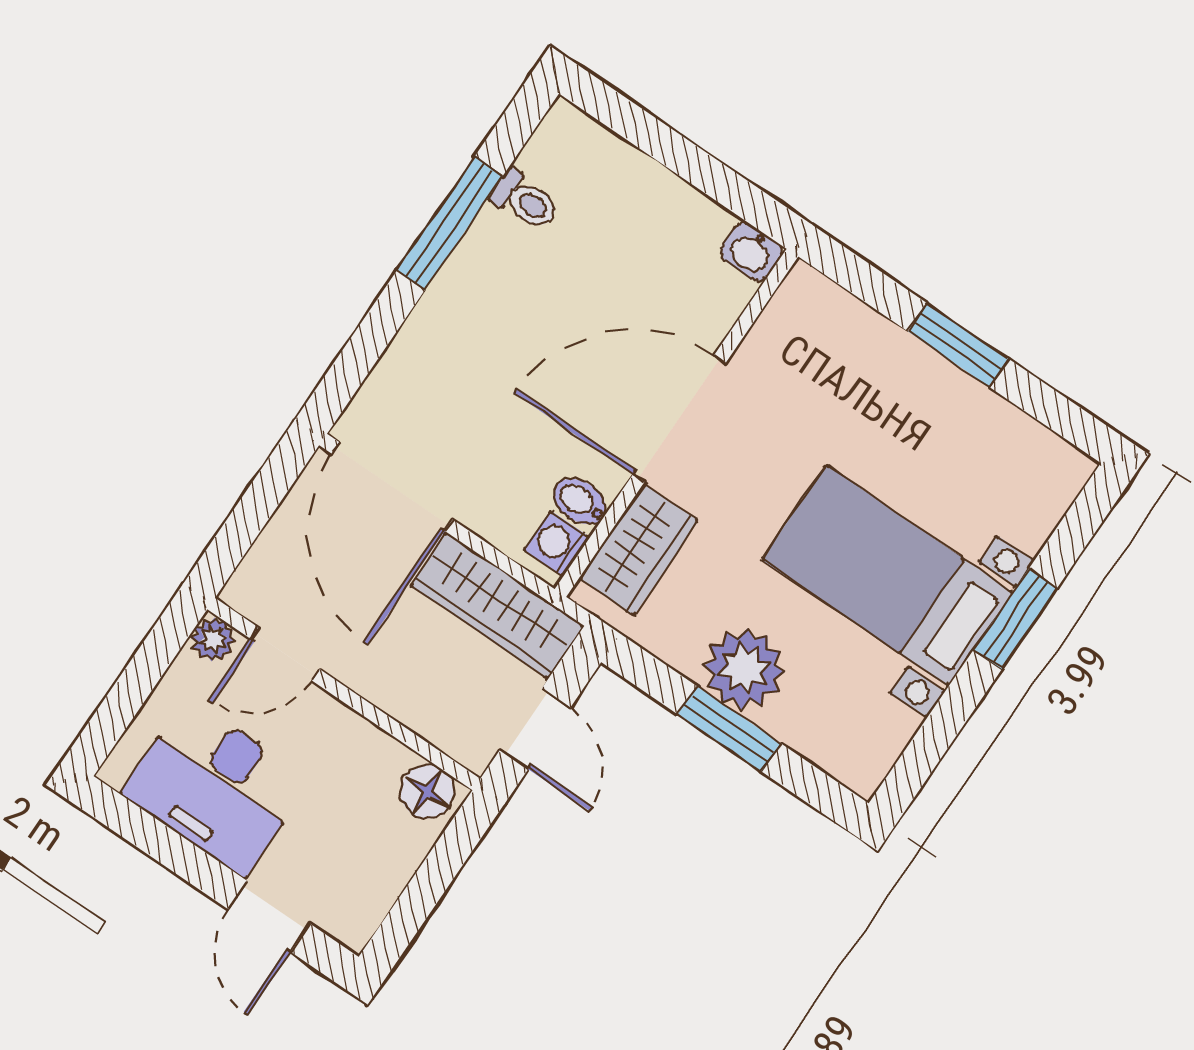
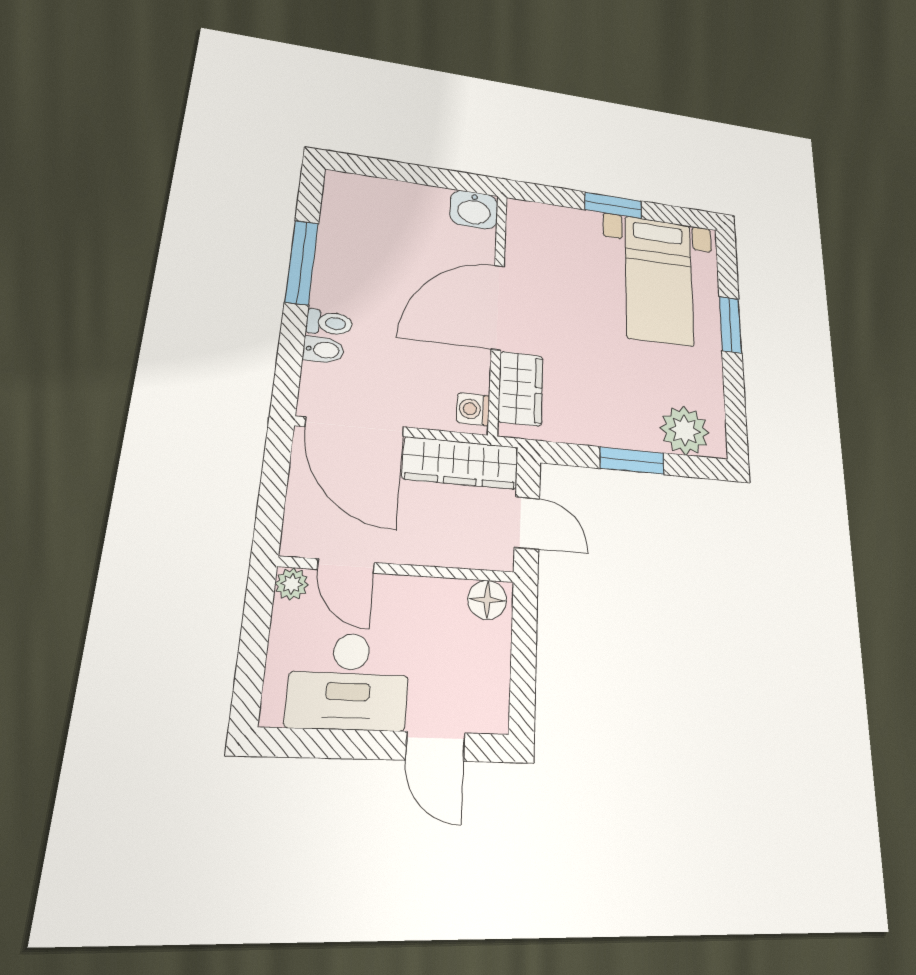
toilet: (525, 200) -> (329, 323), moved
washbasin: (751, 252) -> (474, 210), width x1.38, depth x1.45
bidet: (580, 501) -> (323, 350), moved, turned 180
bed with nightstands: (887, 576) -> (659, 280), moved, turned -90
door: (285, 654) -> (346, 566), hinge flipped
plant: (744, 669) -> (685, 430), moved

